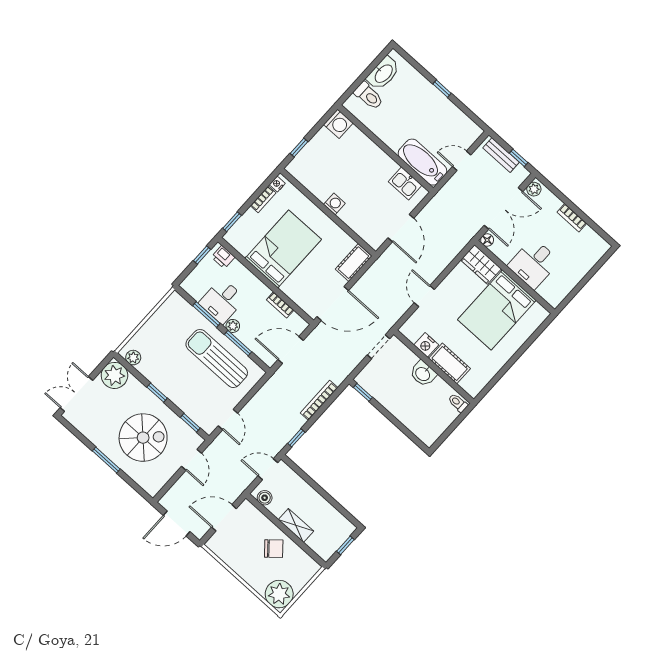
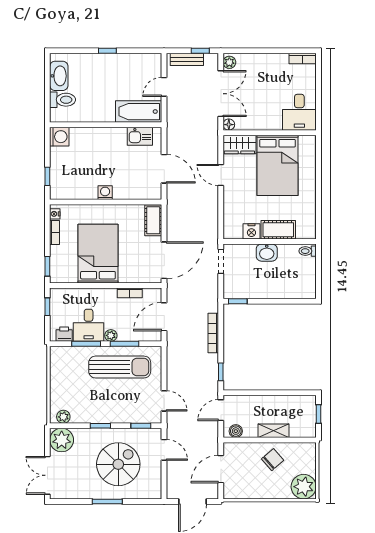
bookcase: (572, 218) -> (303, 58), moved
printer: (223, 257) -> (64, 334), moved, turned 180
desk: (534, 264) -> (299, 112), moved
door: (424, 296) -> (221, 175), moved
sun lounger: (217, 359) -> (120, 367), turned 180

